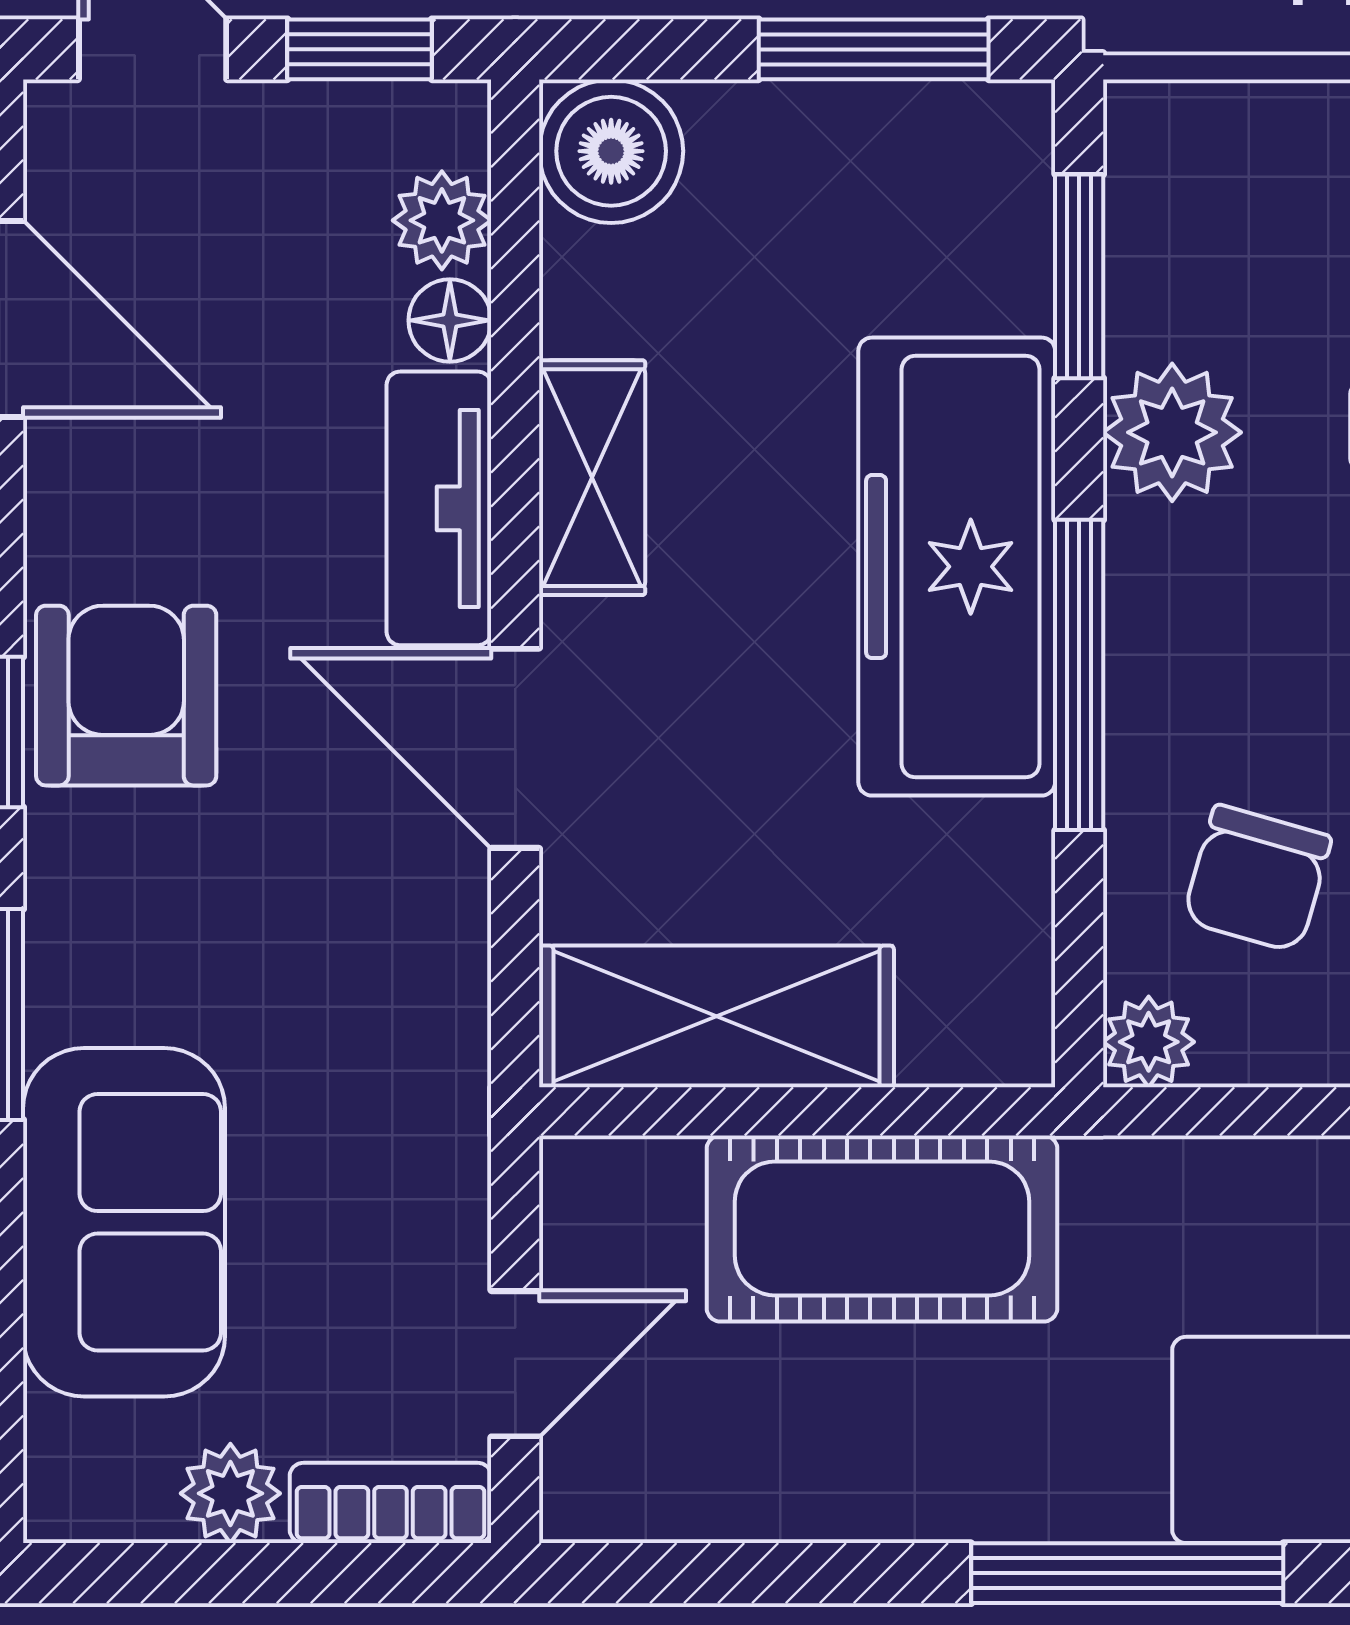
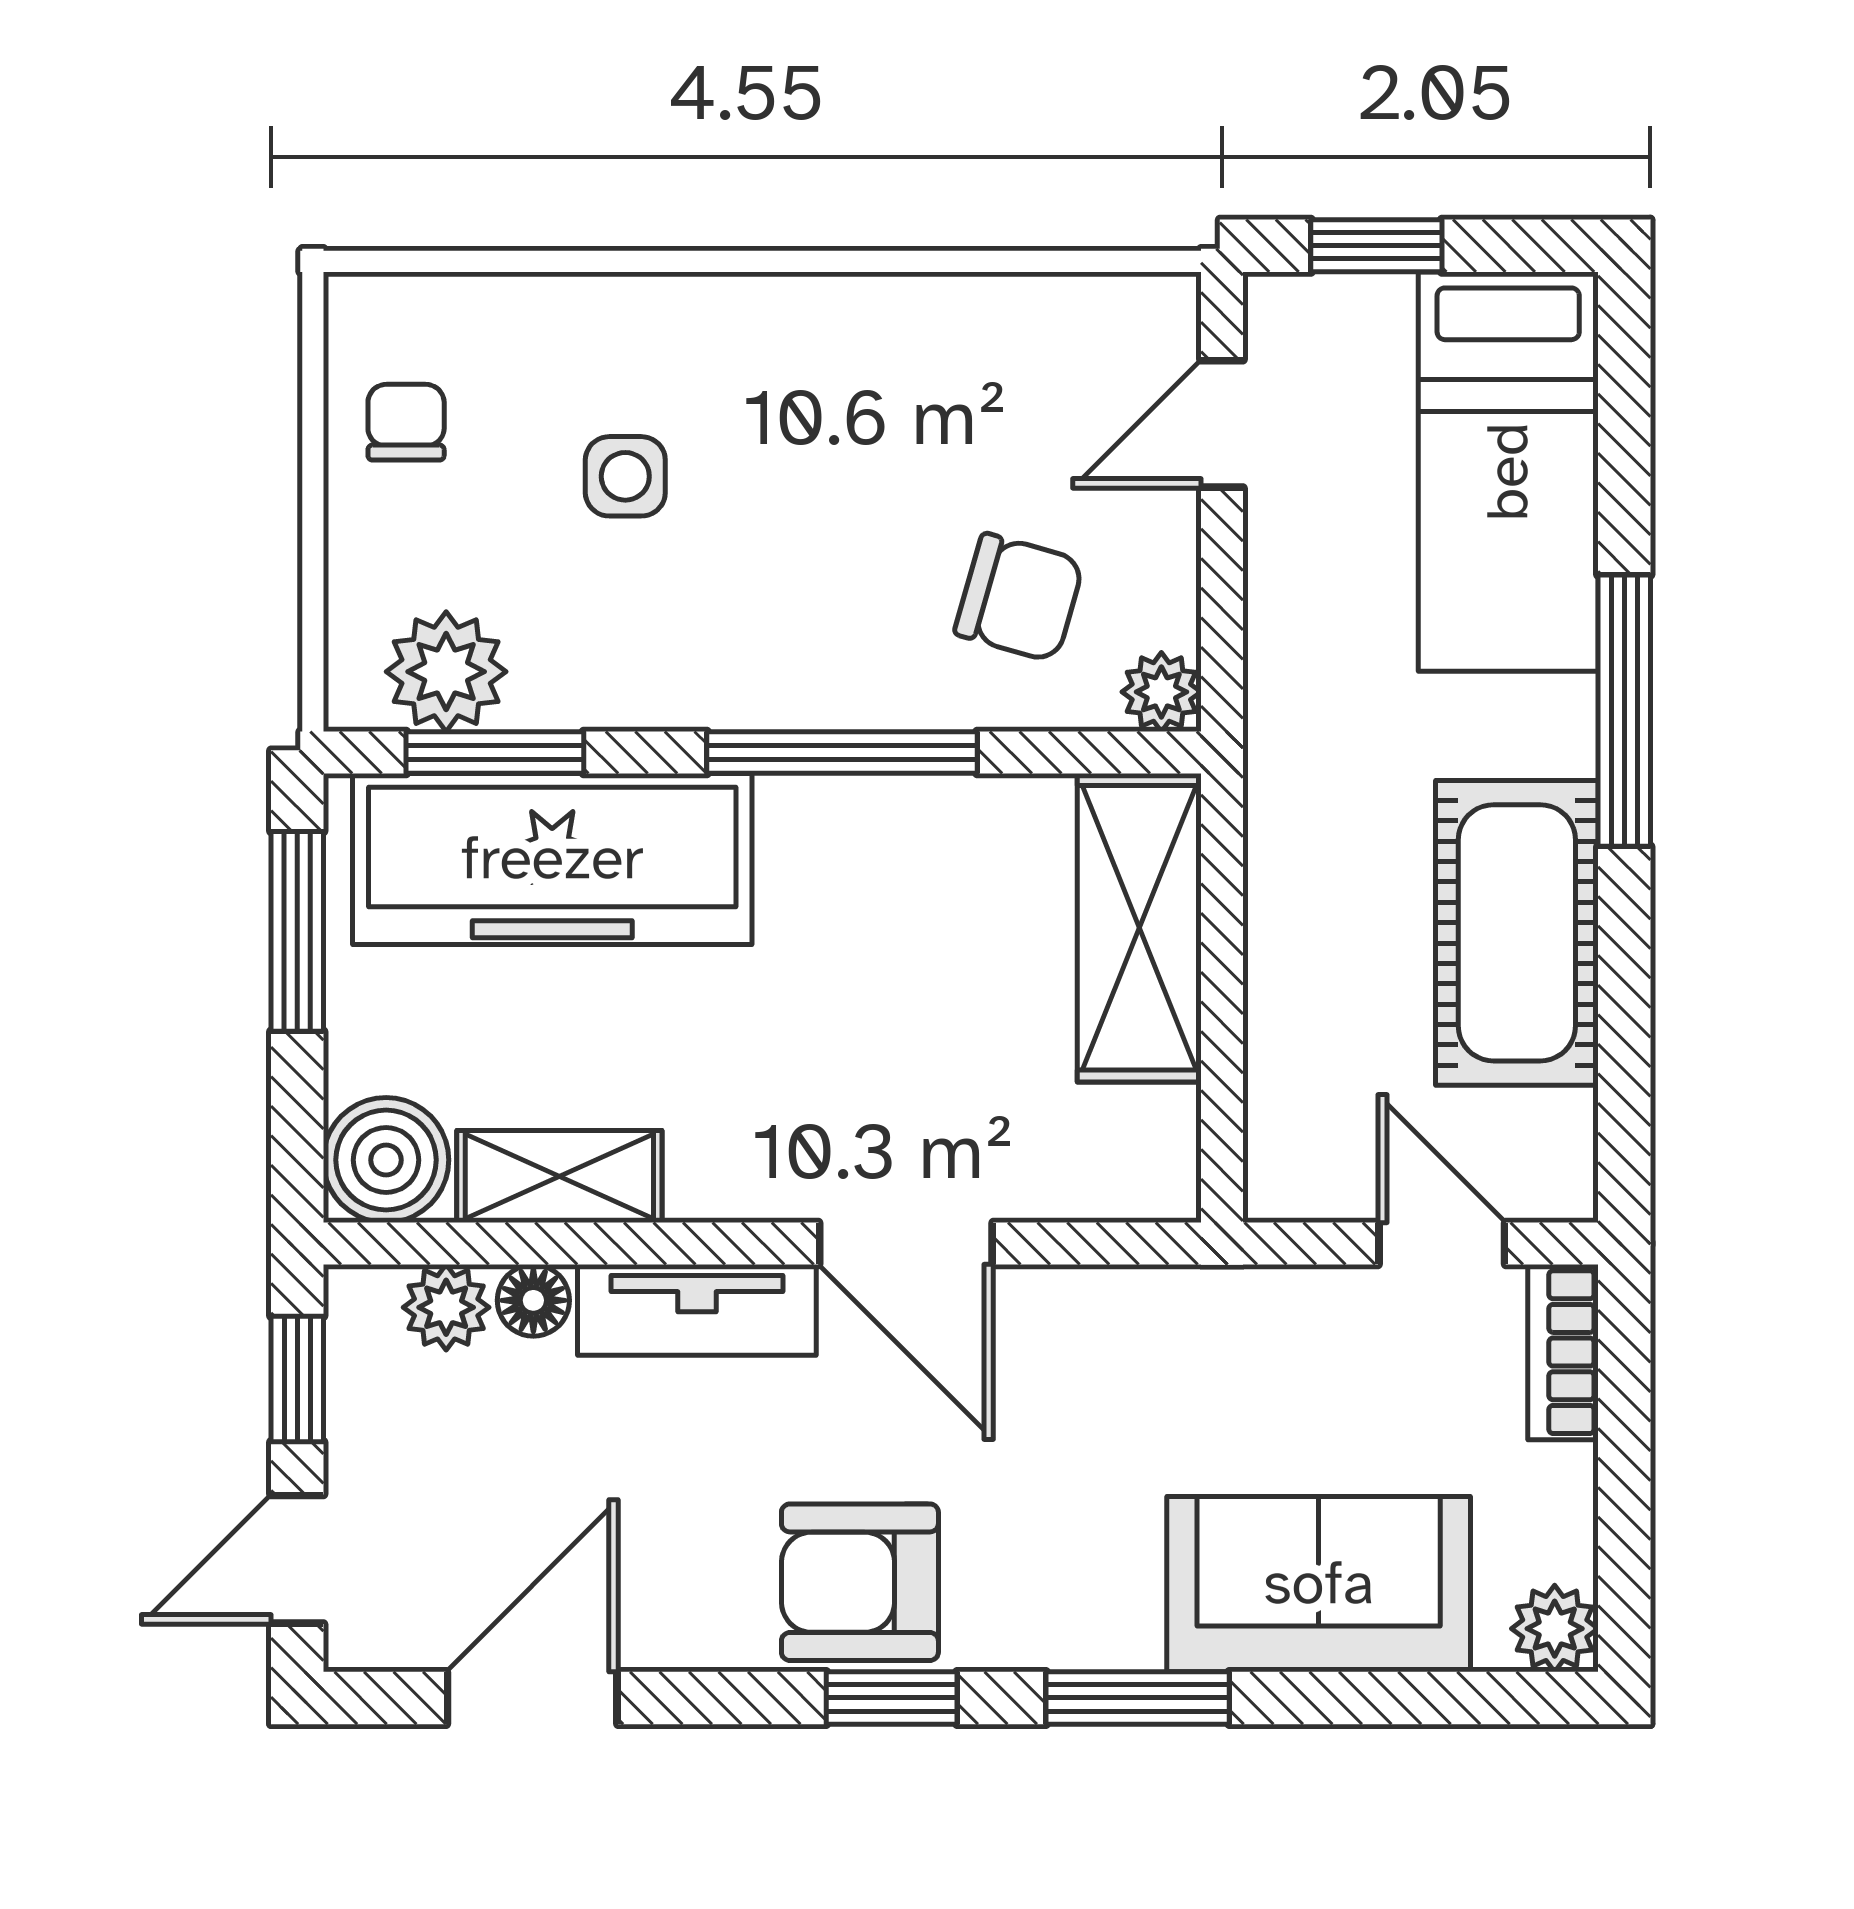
plant: (1172, 432) -> (446, 672), moved
shelving: (592, 478) -> (559, 1177), moved
freezer: (957, 567) -> (552, 859), moved
door: (515, 748) -> (906, 1243), hinge flipped
shelving: (717, 1016) -> (1139, 928), moved
cot: (882, 1228) -> (1517, 933), moved
plant: (230, 1493) -> (1555, 1629), moved

